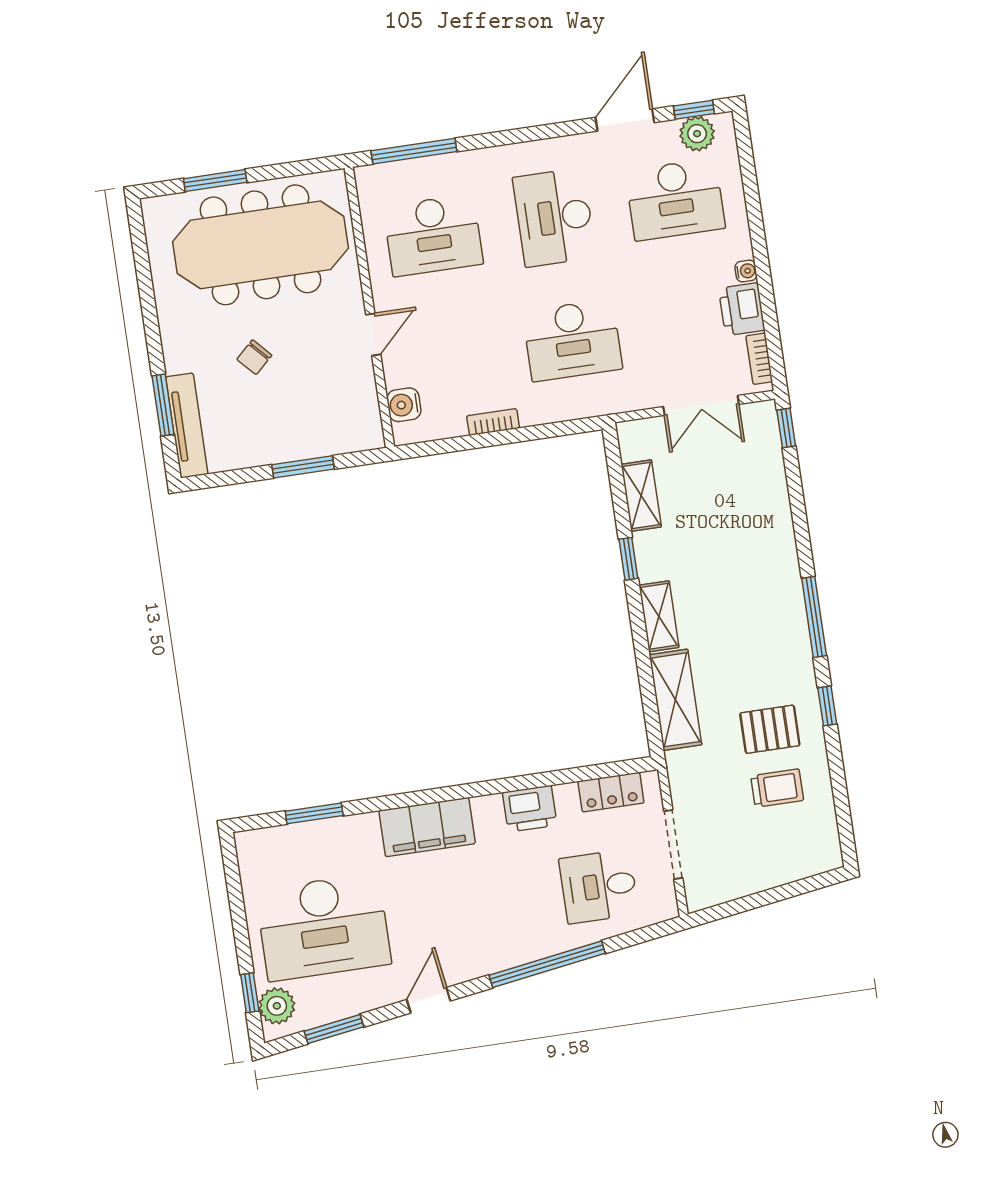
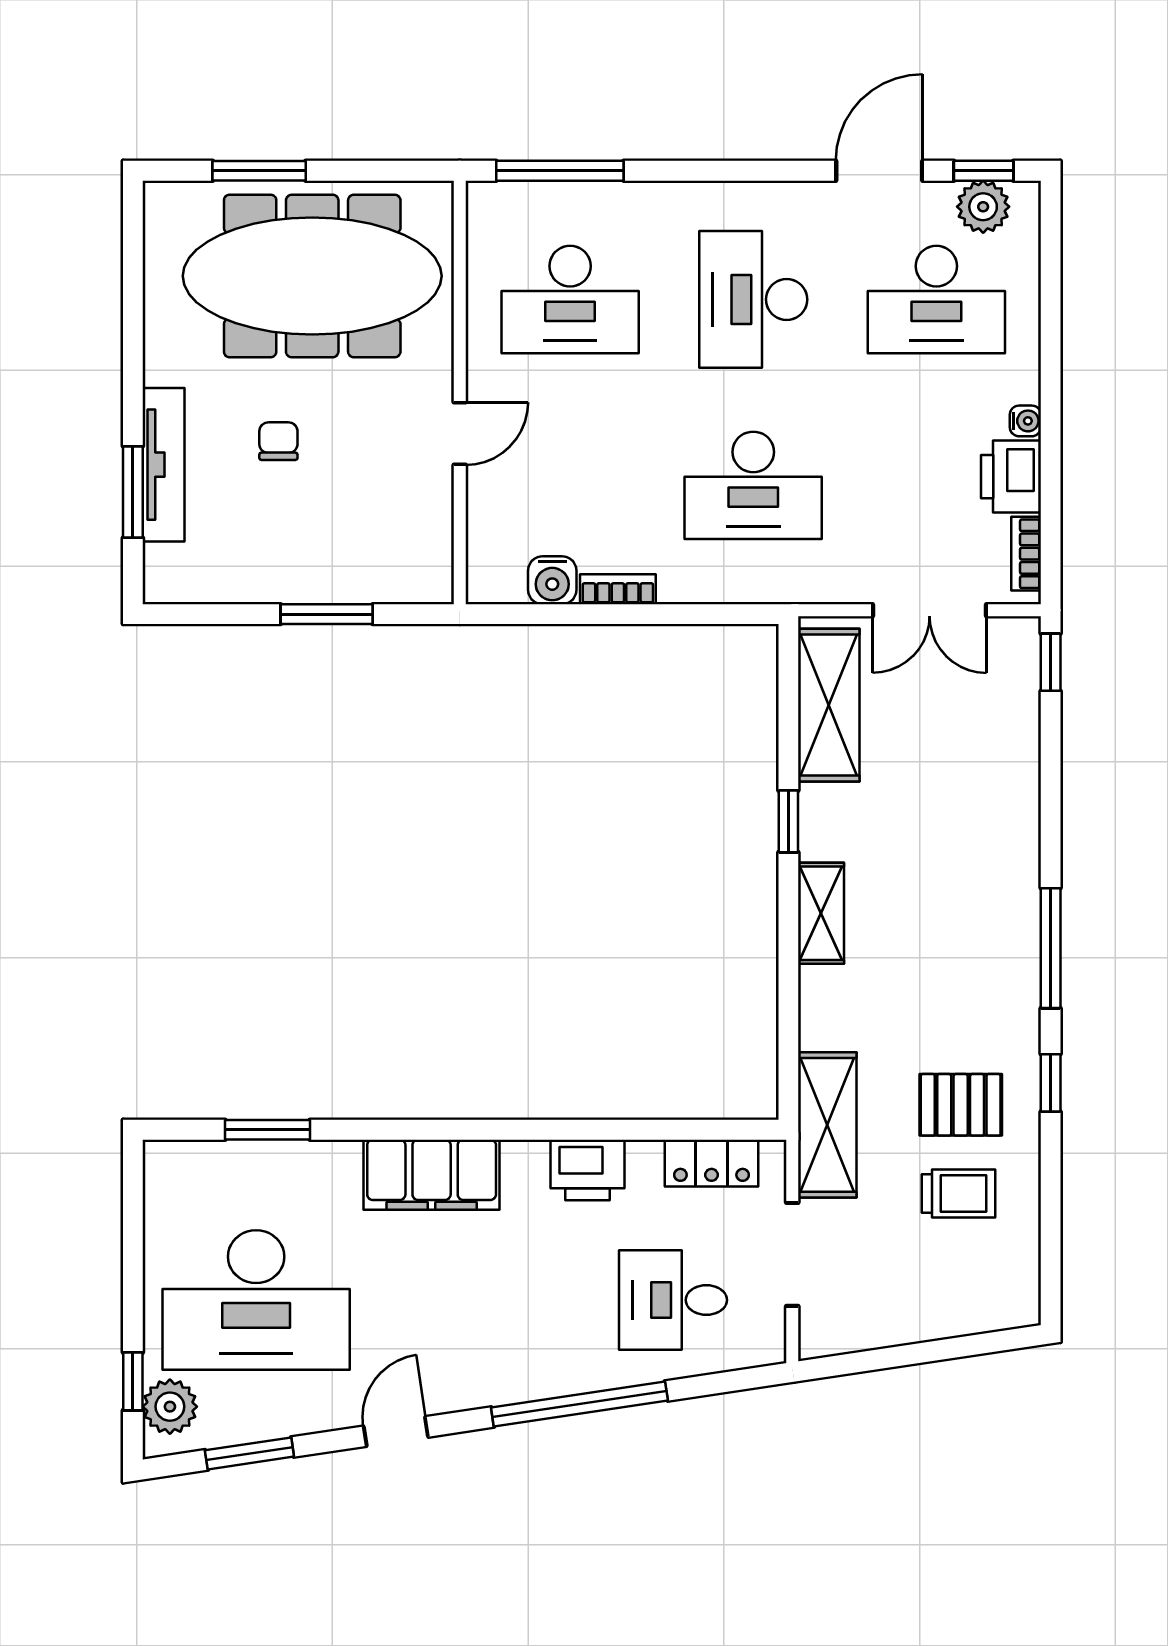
chair: (254, 357) -> (278, 441), turned 133
water cooler: (404, 405) -> (552, 580), moved, turned -90
tv unit: (187, 426) -> (163, 465), moved
shelving: (641, 496) -> (829, 705), width x1.50, depth x1.33
shelving: (675, 700) -> (827, 1125), moved

